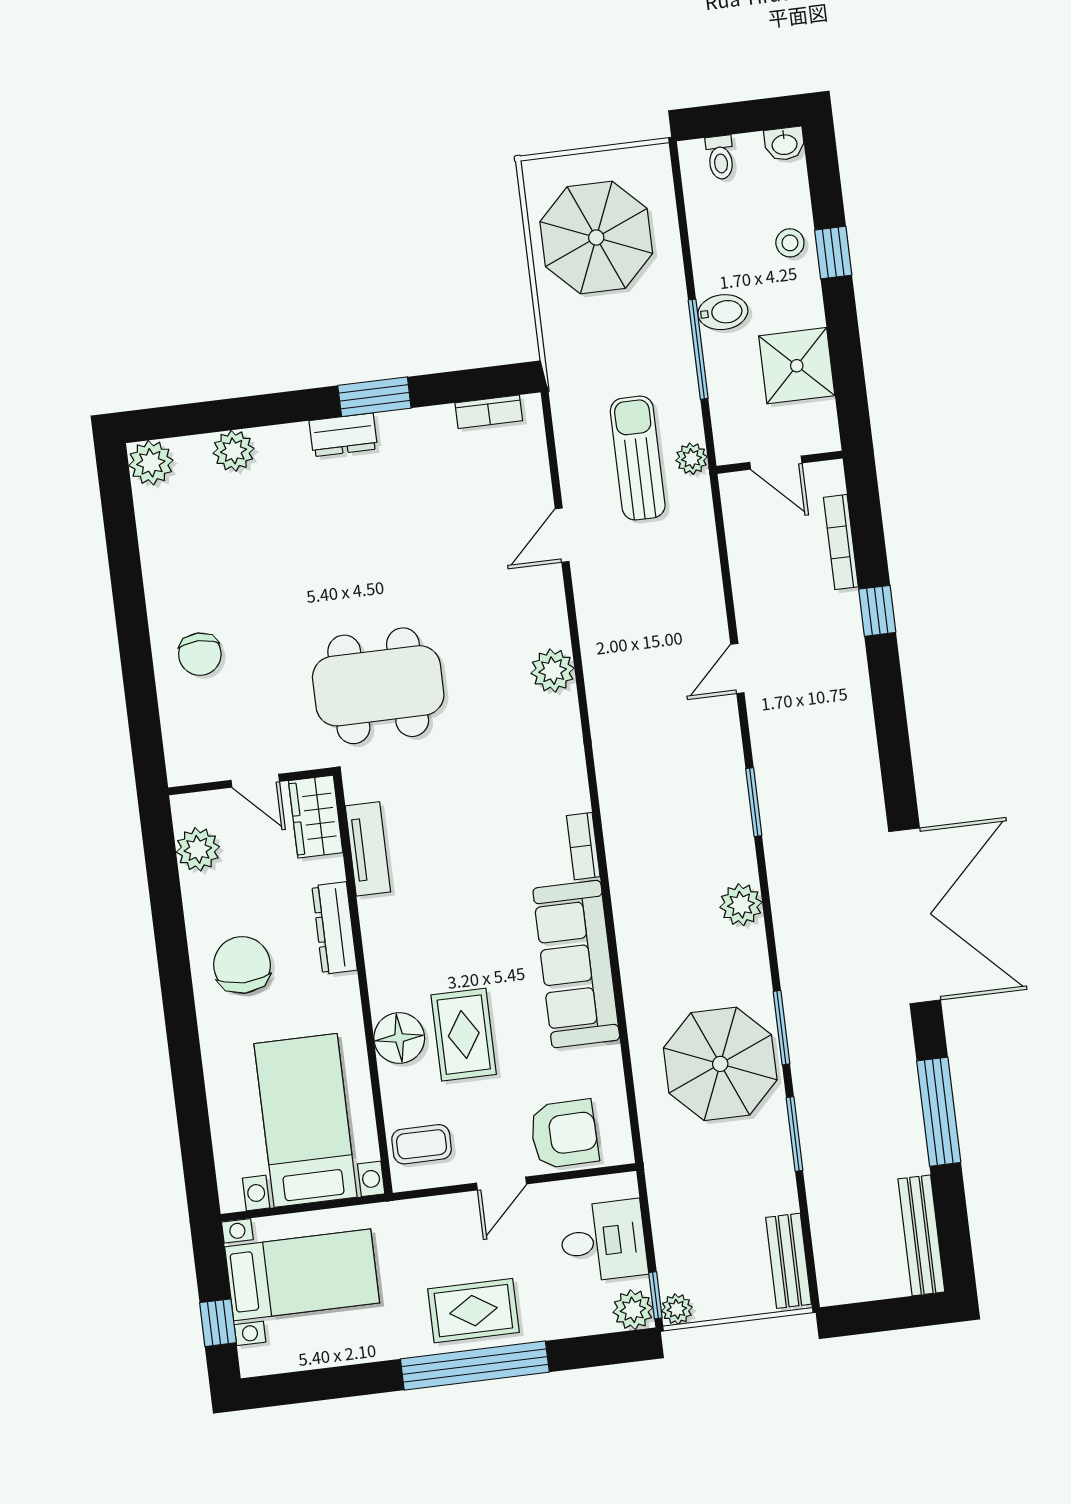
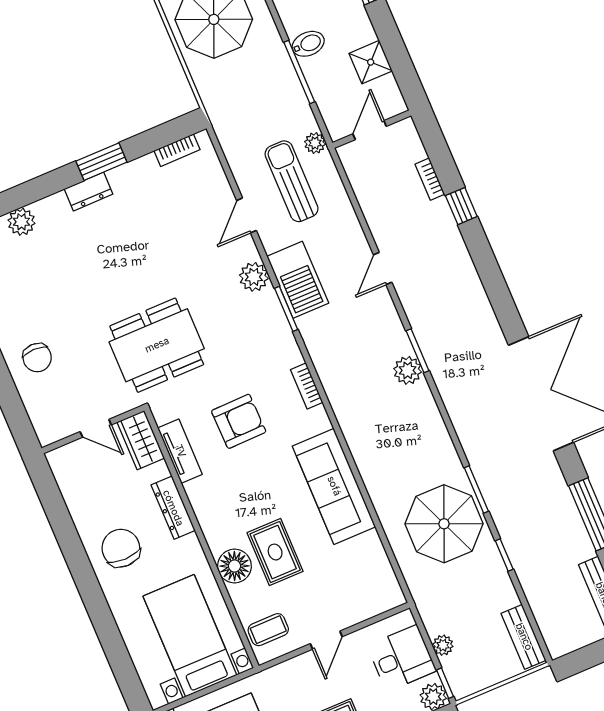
shower: (797, 366) -> (371, 62), width x0.73, depth x0.73
sun lounger: (638, 458) -> (292, 181), moved
door: (776, 463) -> (370, 130), swing flipped
bookcase: (841, 542) -> (430, 179), width x0.64
barbecue: (610, 650) -> (298, 280), added
plant: (553, 671) -> (254, 277), moved
window: (581, 687) -> (286, 309), added
bookcase: (583, 846) -> (307, 386), moved
plant: (198, 849) -> (72, 482), removed
plant: (741, 905) -> (408, 370), moved
armchair: (564, 1134) -> (239, 421), moved
window: (795, 1134) -> (504, 555), width x0.67
plant: (677, 1309) -> (443, 645), moved

